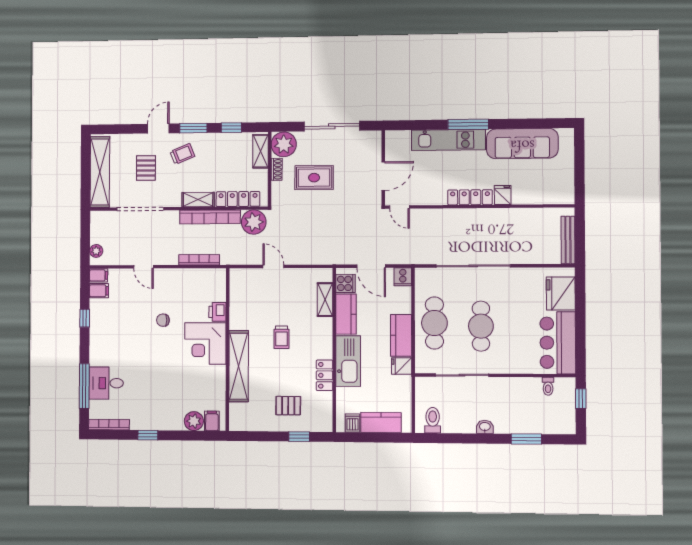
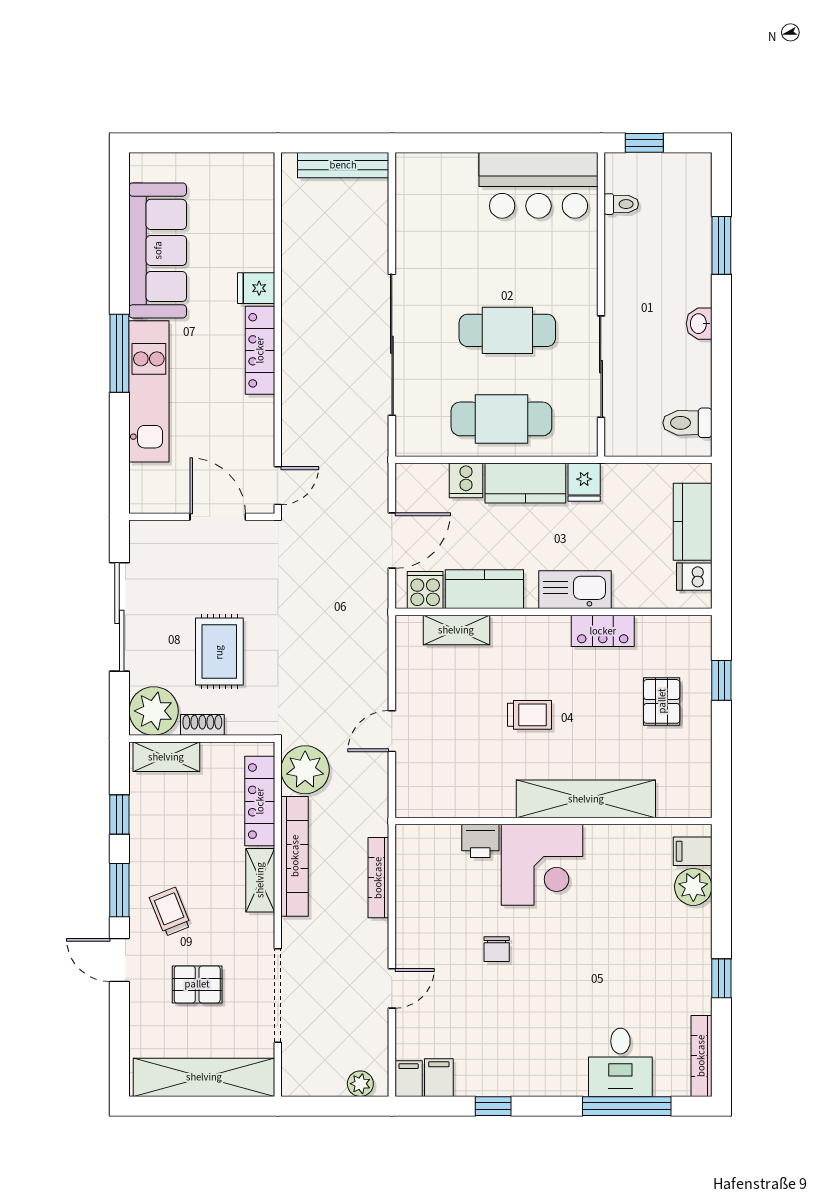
cooker: (403, 277) -> (466, 480), moved, turned 90
fridge: (561, 294) -> (445, 179), removed
kitchen sink: (348, 361) -> (575, 590), width x0.73, depth x0.81

